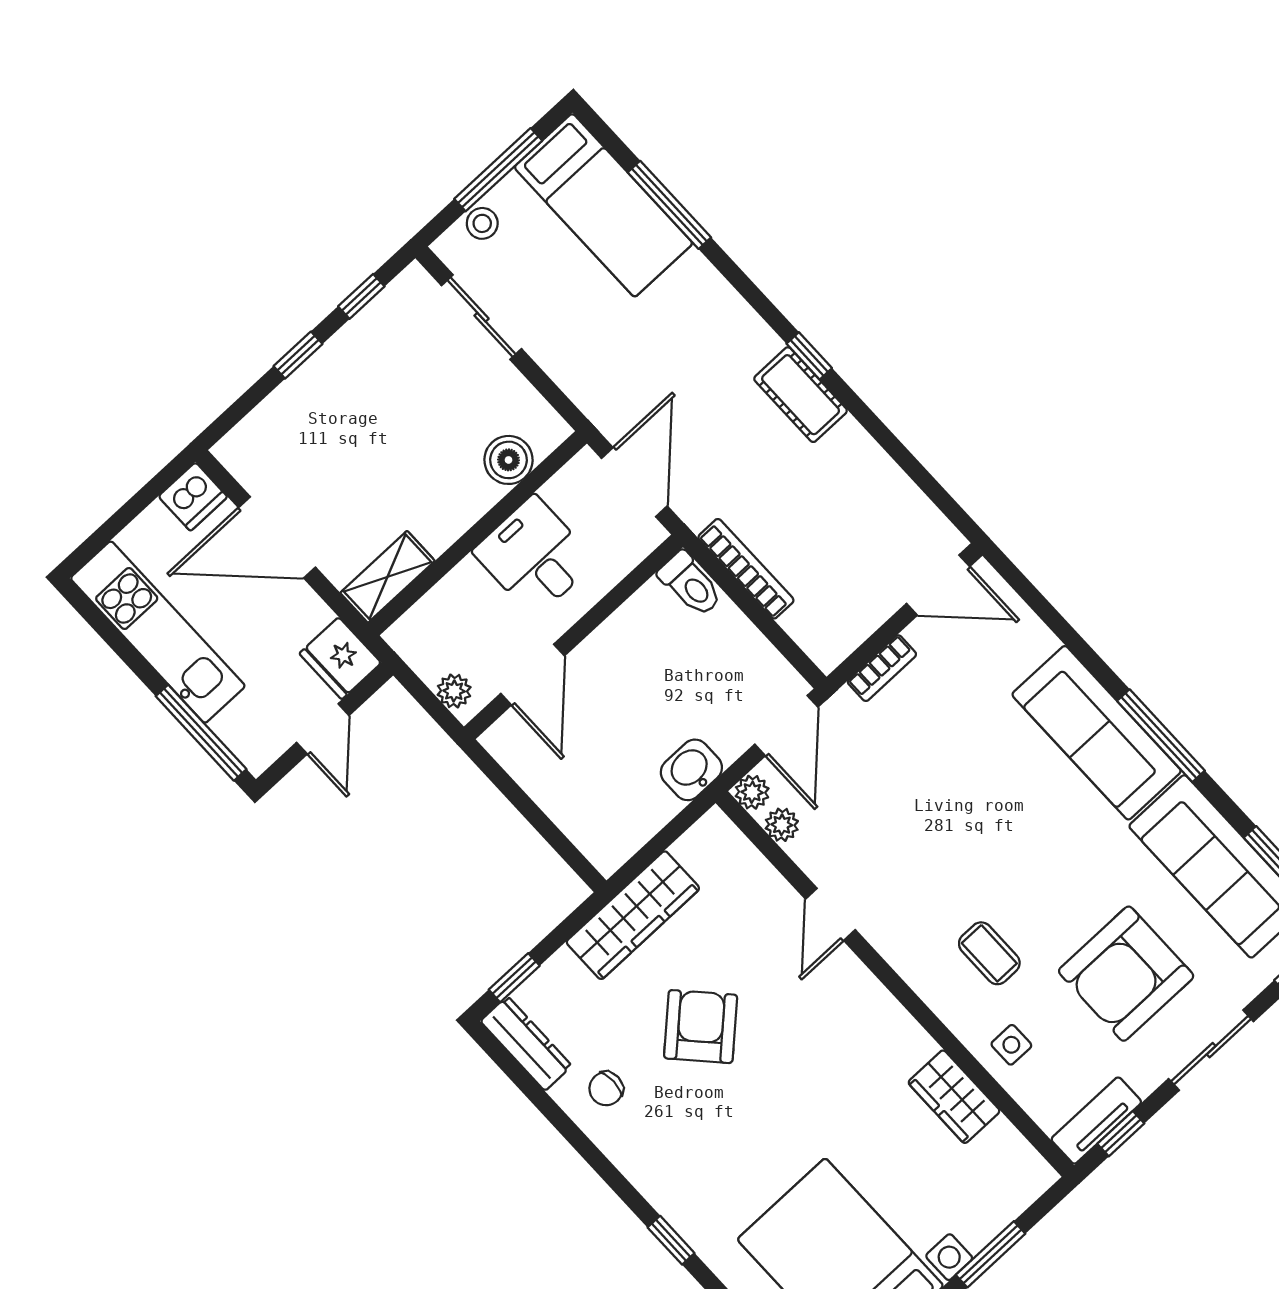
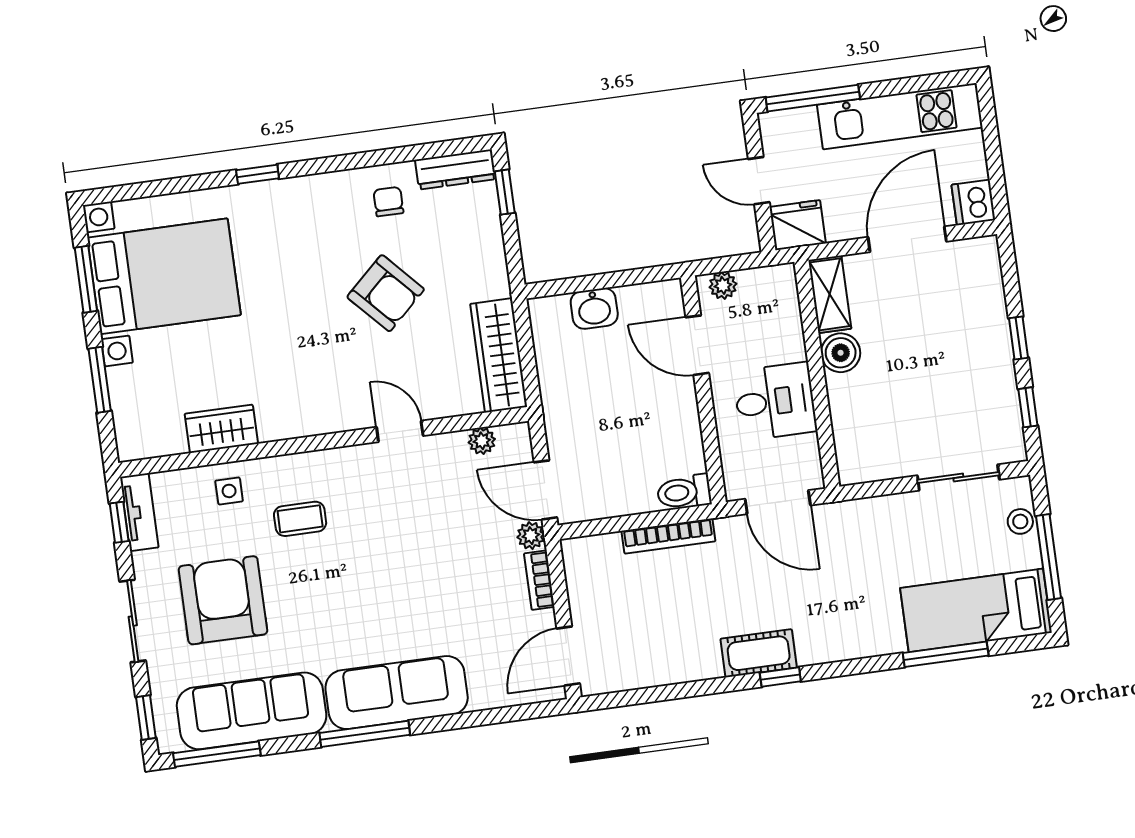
boiler: (509, 460) -> (841, 353), moved
washbasin: (691, 770) -> (594, 308), moved, turned 90
plant: (752, 792) -> (531, 536), moved
wardrobe: (633, 915) -> (499, 355), moved

